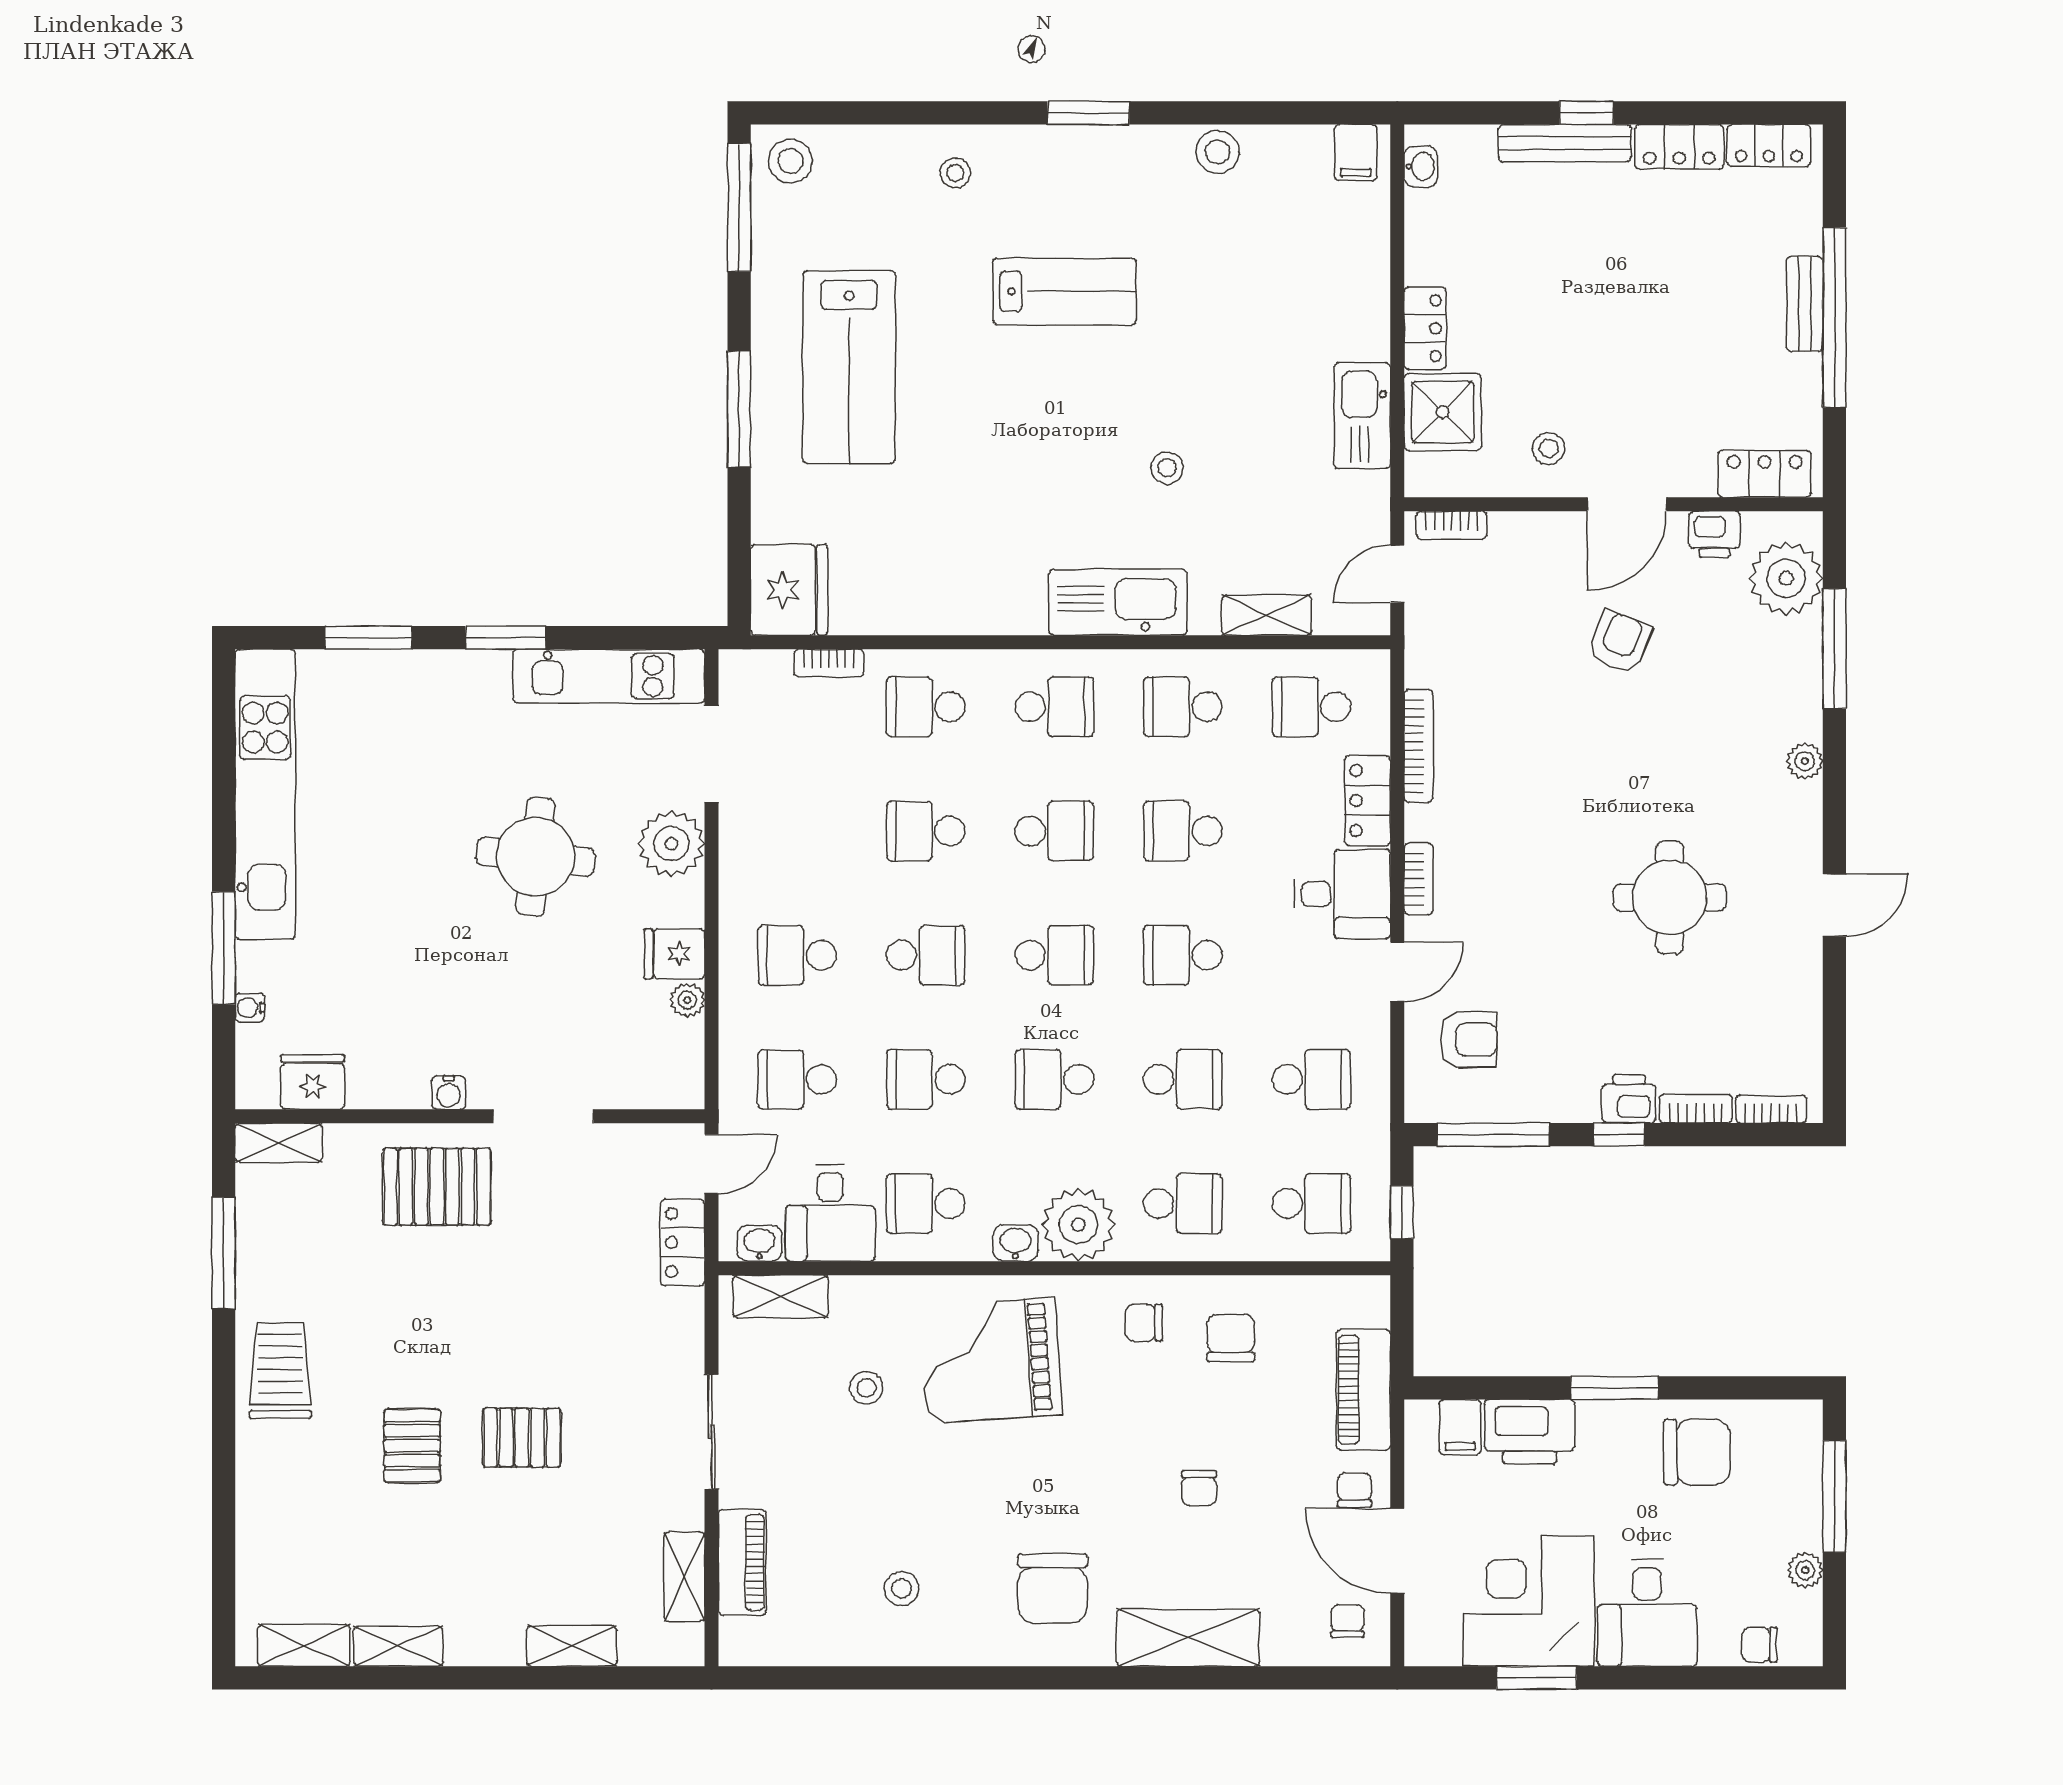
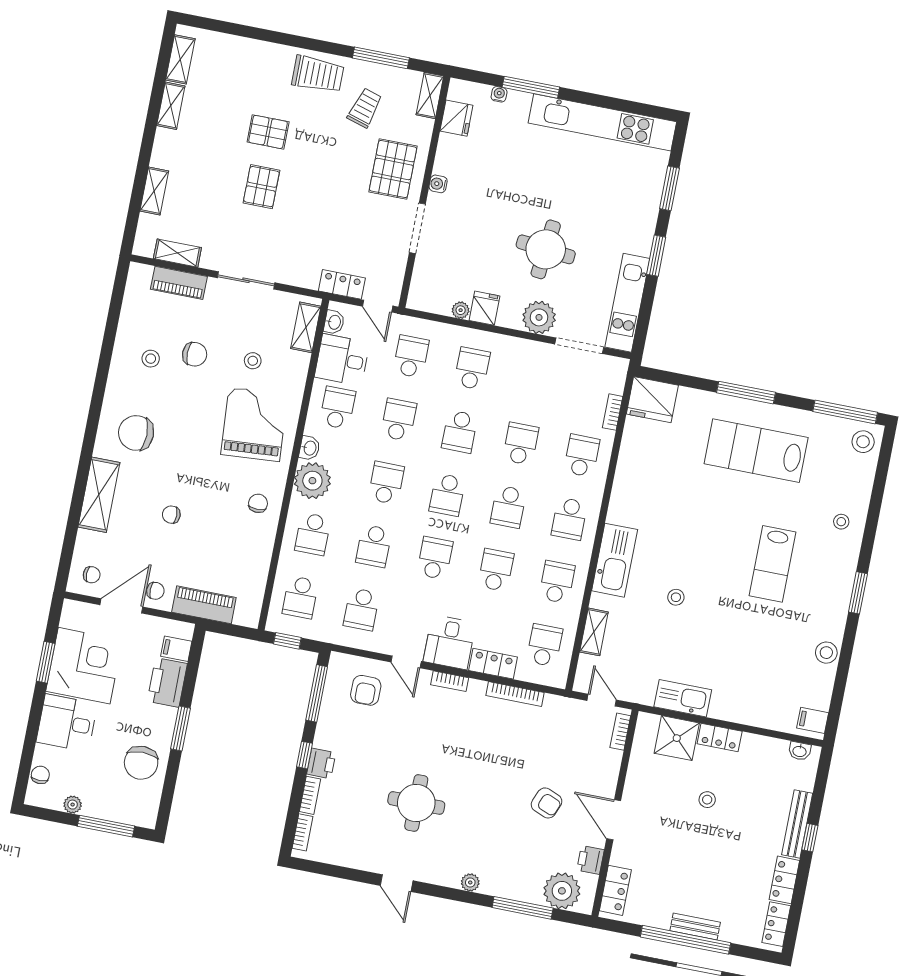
stool: (1549, 448) -> (707, 800), moved
trolley: (328, 1265) -> (365, 108), added
chair: (1231, 1338) -> (195, 354), moved

